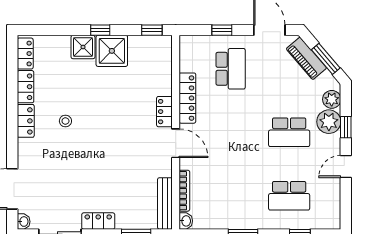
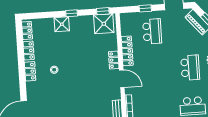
shower: (112, 51) -> (104, 24), moved
school desk: (289, 132) -> (190, 68), turned -90

